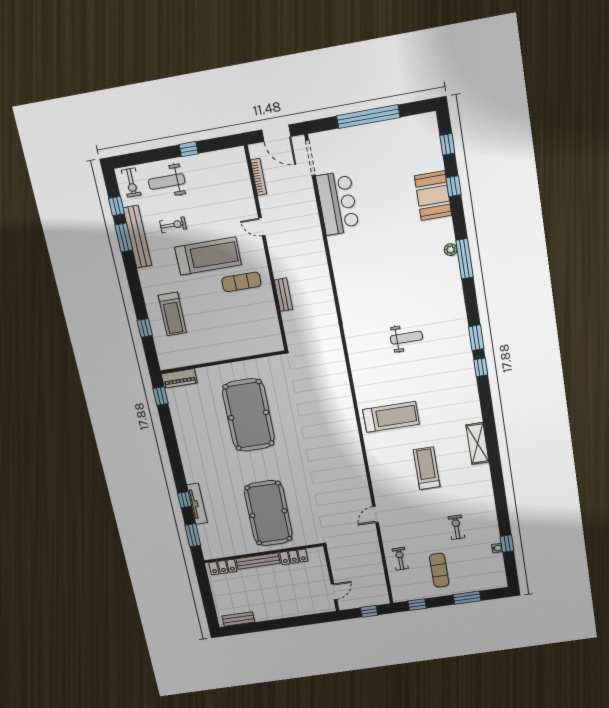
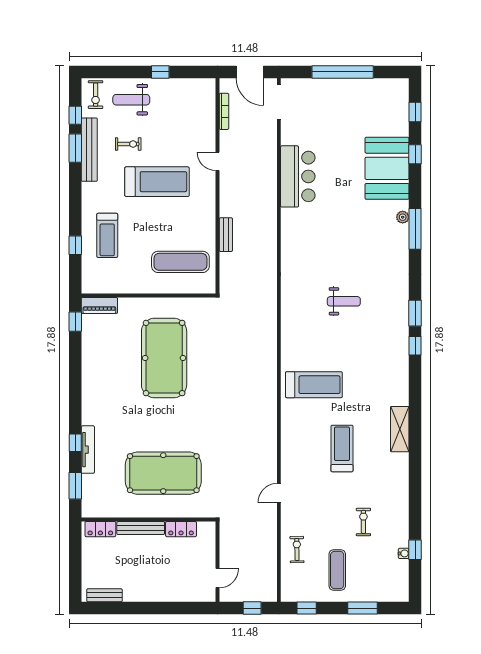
booth: (433, 196) -> (387, 168), width x1.36, depth x1.42
bar counter: (338, 203) -> (298, 176), moved
exercise mat: (241, 282) -> (180, 262), moved, width x1.36, depth x1.45
pool table: (268, 513) -> (163, 473), turned 90

